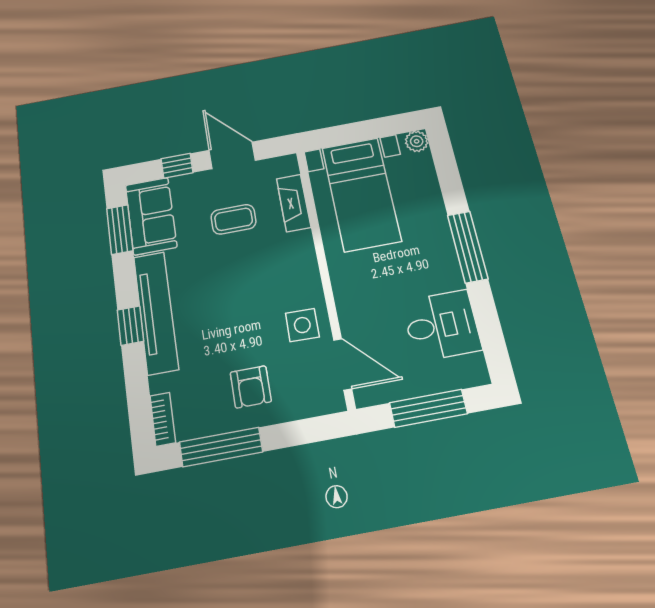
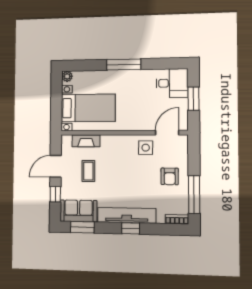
desk: (442, 325) -> (172, 83), moved, turned 90
armchair: (251, 387) -> (170, 176), turned 90
window: (428, 408) -> (194, 99), width x0.69

